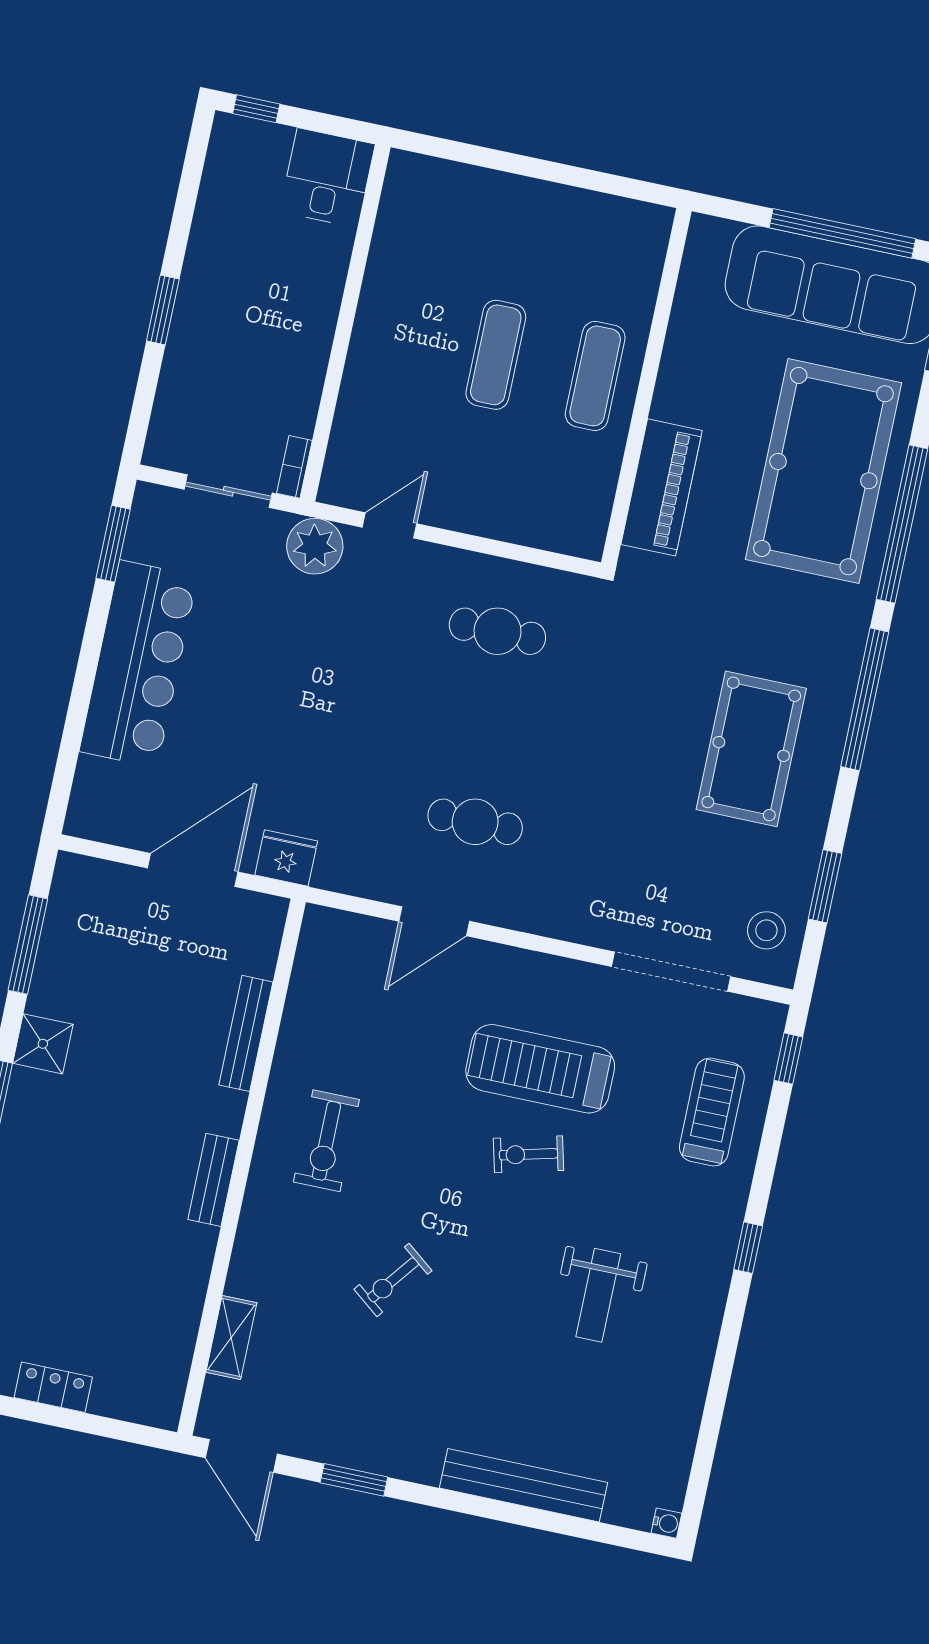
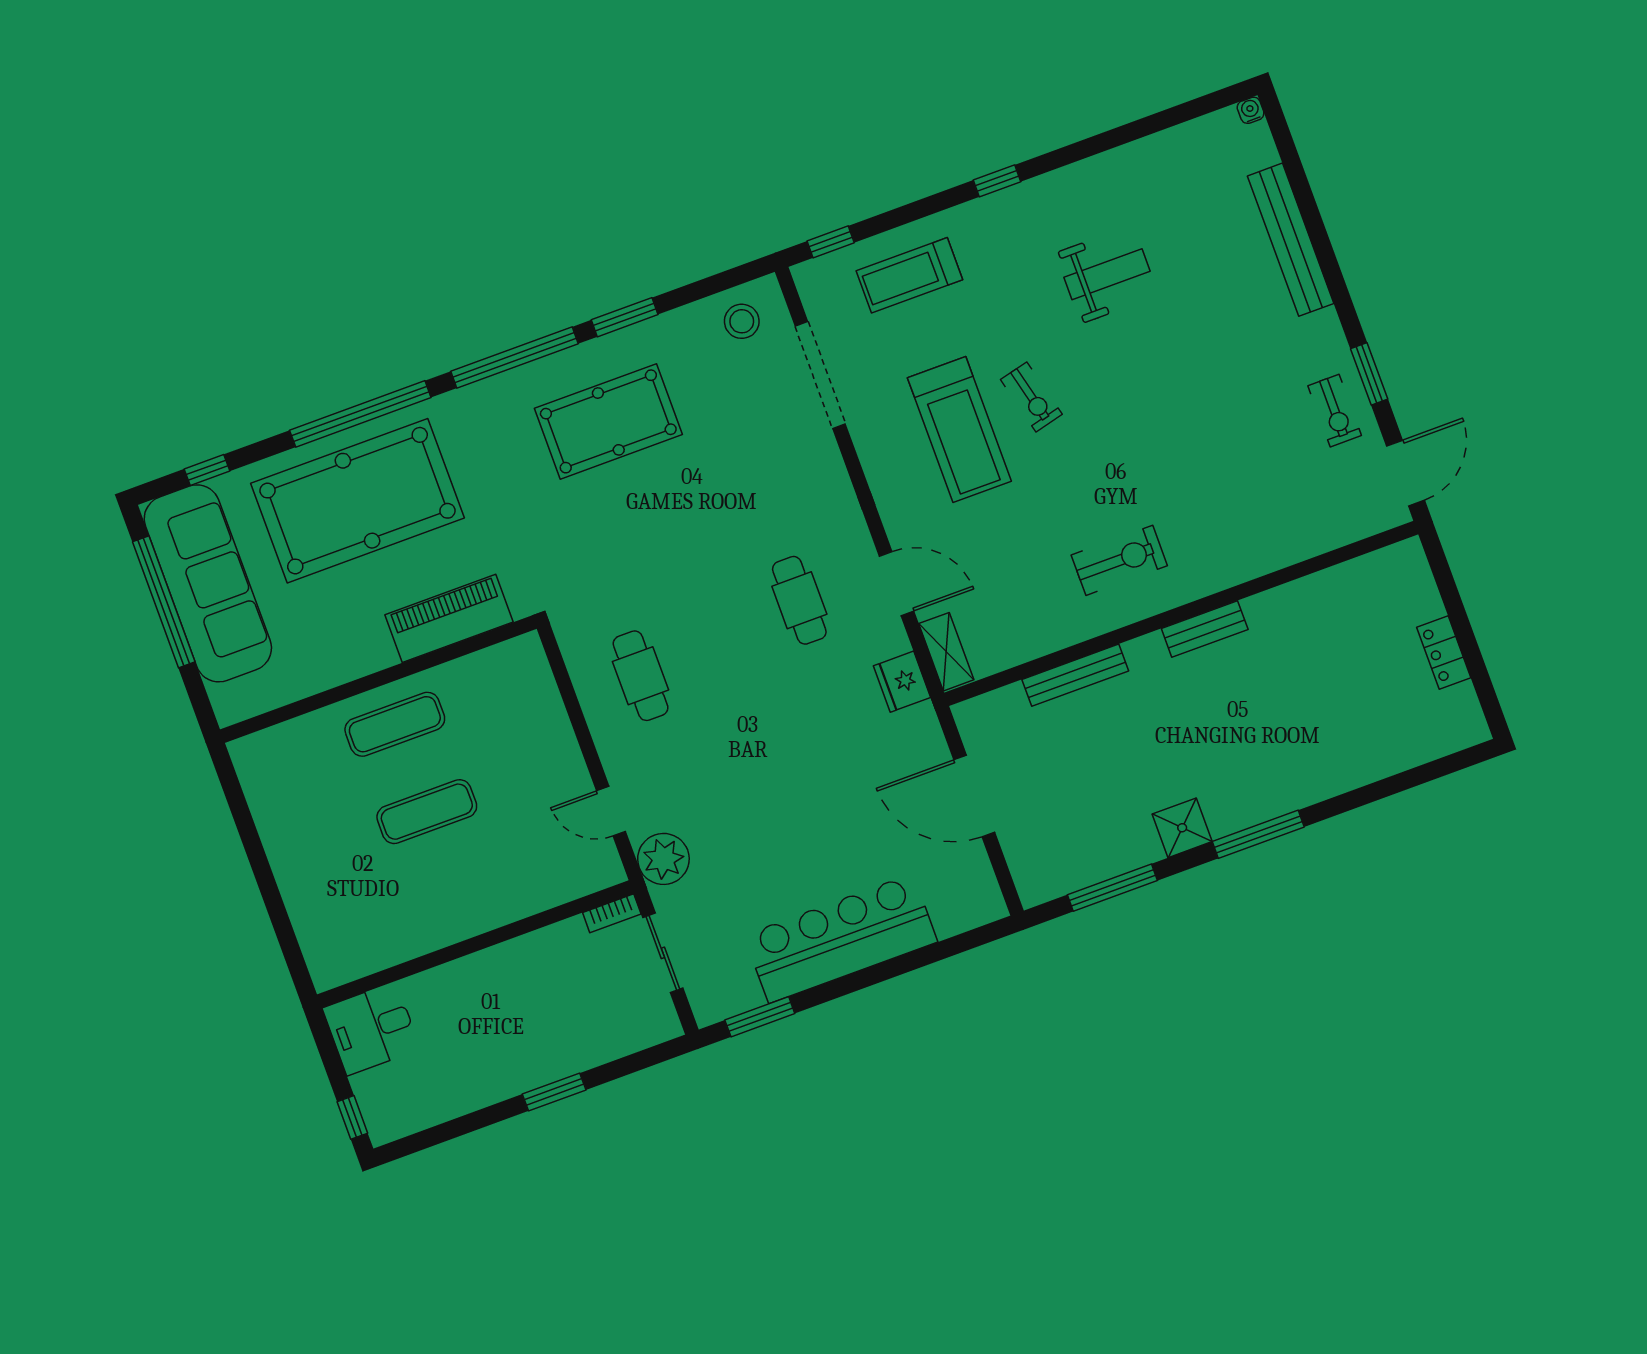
fridge: (286, 858) -> (902, 682), moved
window: (825, 886) -> (625, 317), moved
exercise bike: (393, 1280) -> (1335, 411), moved, turned 52
shelving: (231, 1338) -> (946, 652), moved, turned 90

